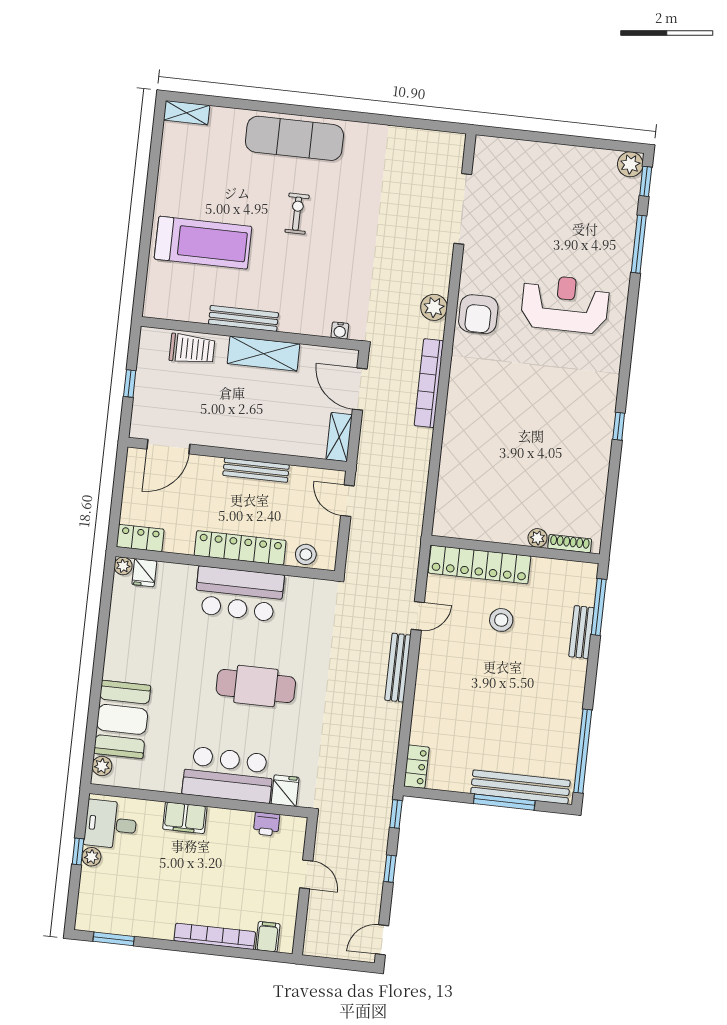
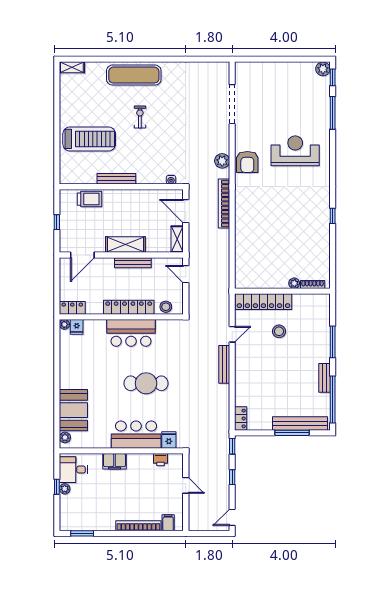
shelving: (263, 354) -> (125, 245), moved
window: (599, 607) -> (333, 342), moved
bench: (581, 632) -> (325, 378), moved

